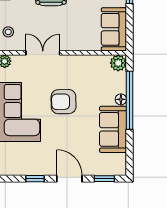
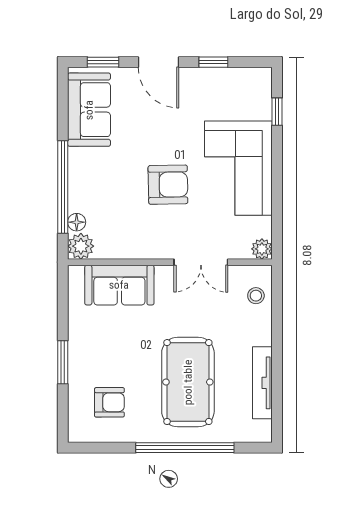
sofa: (114, 29) -> (119, 285), moved, turned 90
floor lamp: (121, 99) -> (77, 222), moved
sofa: (113, 129) -> (89, 110), moved

